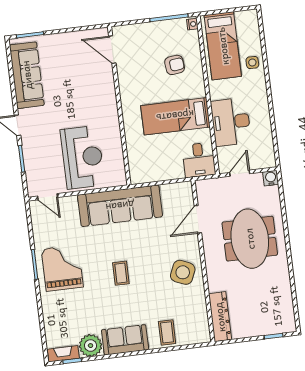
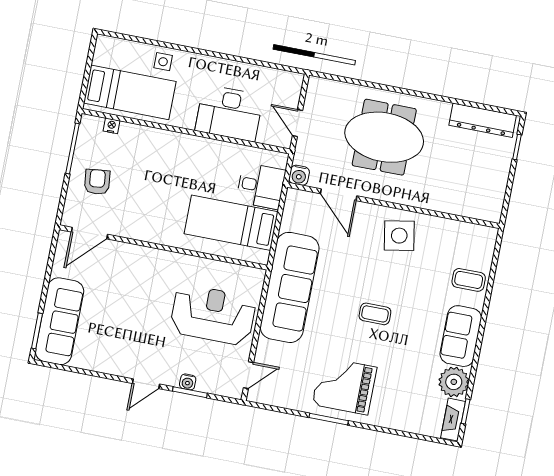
nightstand: (192, 24) -> (111, 126), moved
armchair: (175, 65) -> (97, 182), moved
sofa: (27, 75) -> (60, 321), moved, turned 90
bed: (175, 116) -> (231, 223), moved, turned 90
water cooler: (28, 155) -> (188, 382), added
desk: (199, 160) -> (261, 186), moved
water cooler: (271, 178) -> (299, 175), moved, turned -90
side table: (183, 272) -> (399, 236), turned -33
dresser: (220, 317) -> (483, 120), moved, turned 180

